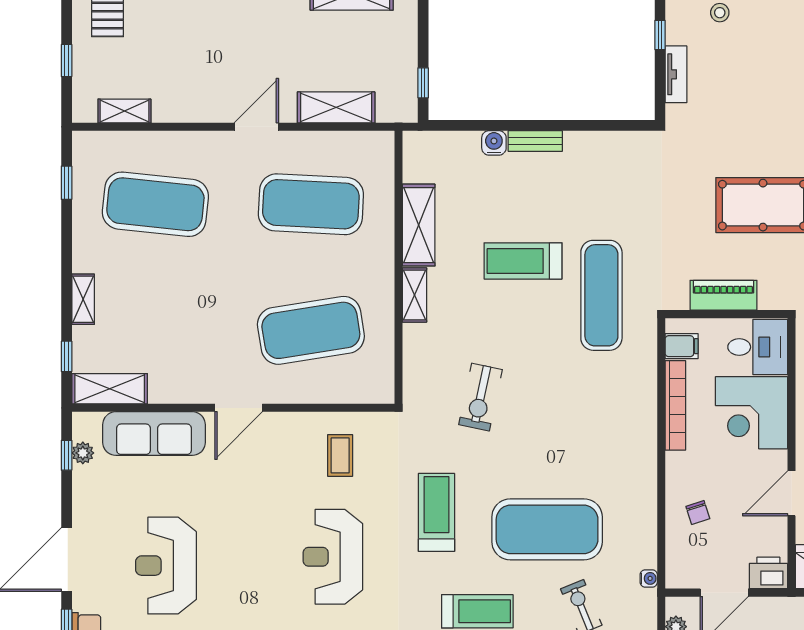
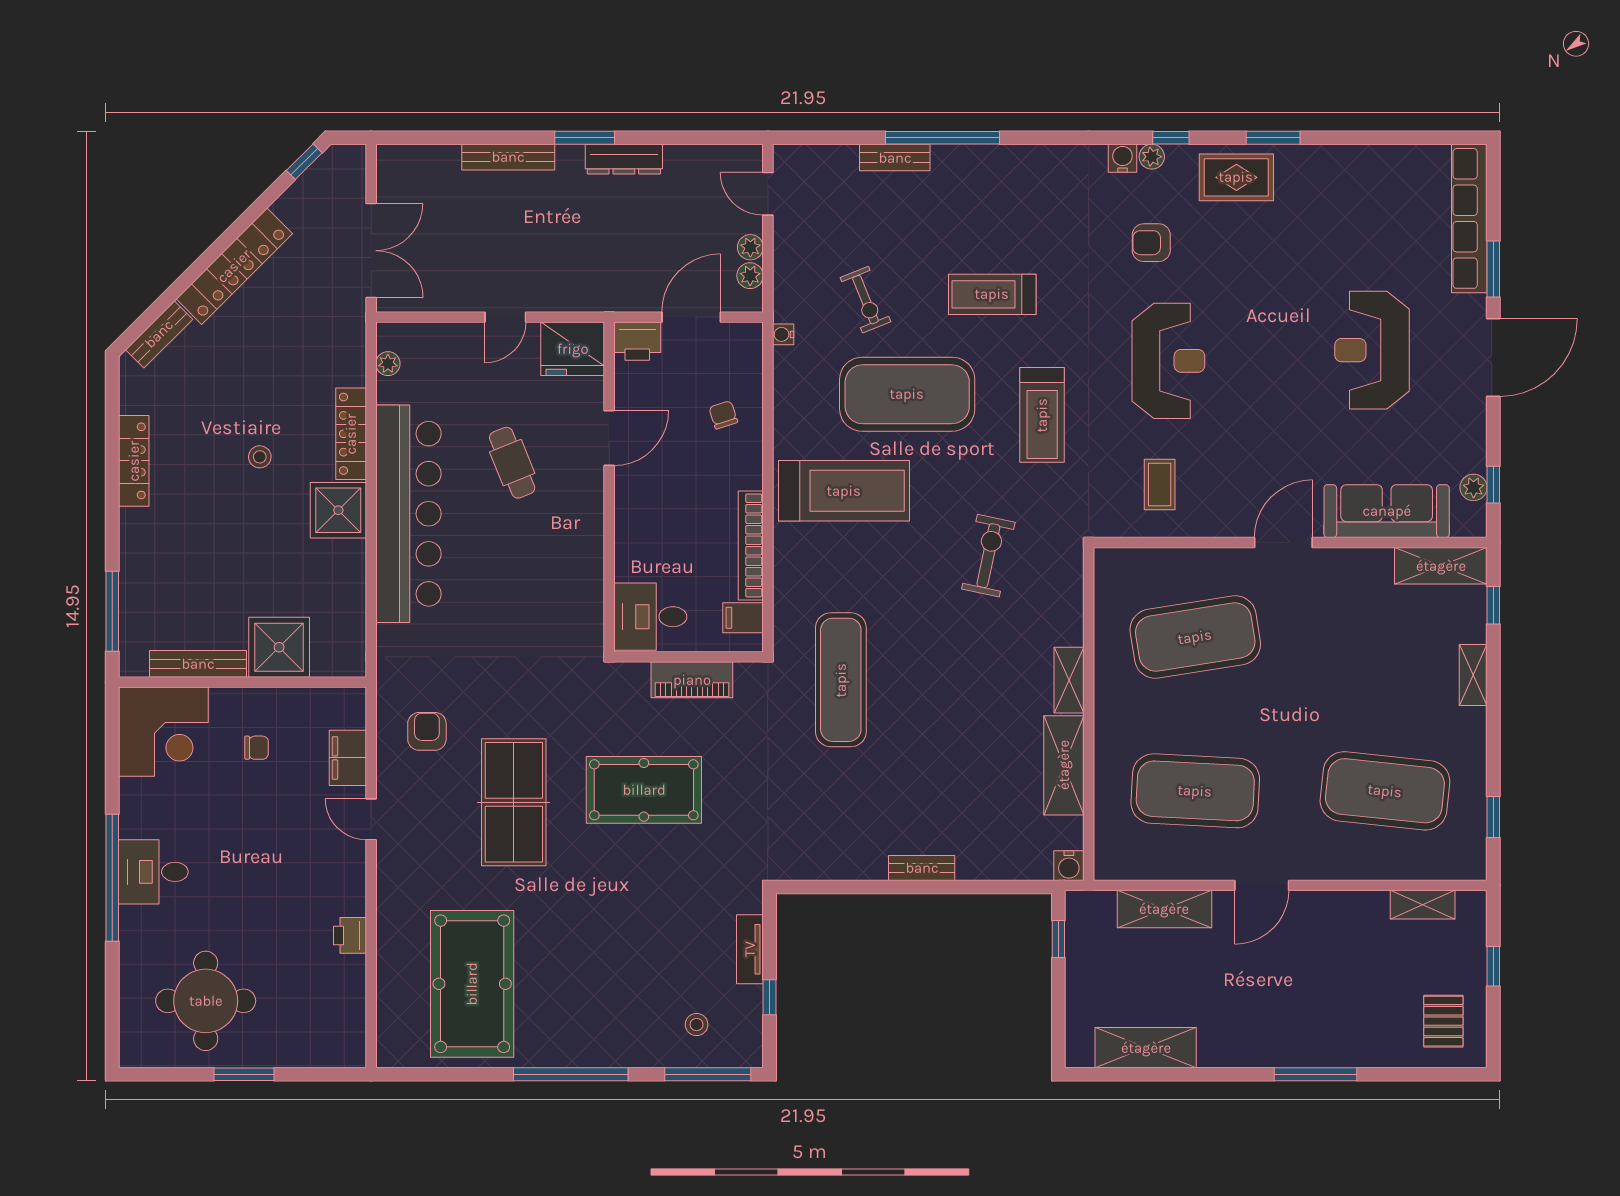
water cooler: (494, 143) -> (1069, 866), moved
treadmill: (523, 261) -> (844, 491), moved, width x1.37, depth x1.38
corner desk: (751, 413) -> (658, 536), removed
reception desk: (166, 566) -> (1372, 350), turned 180

